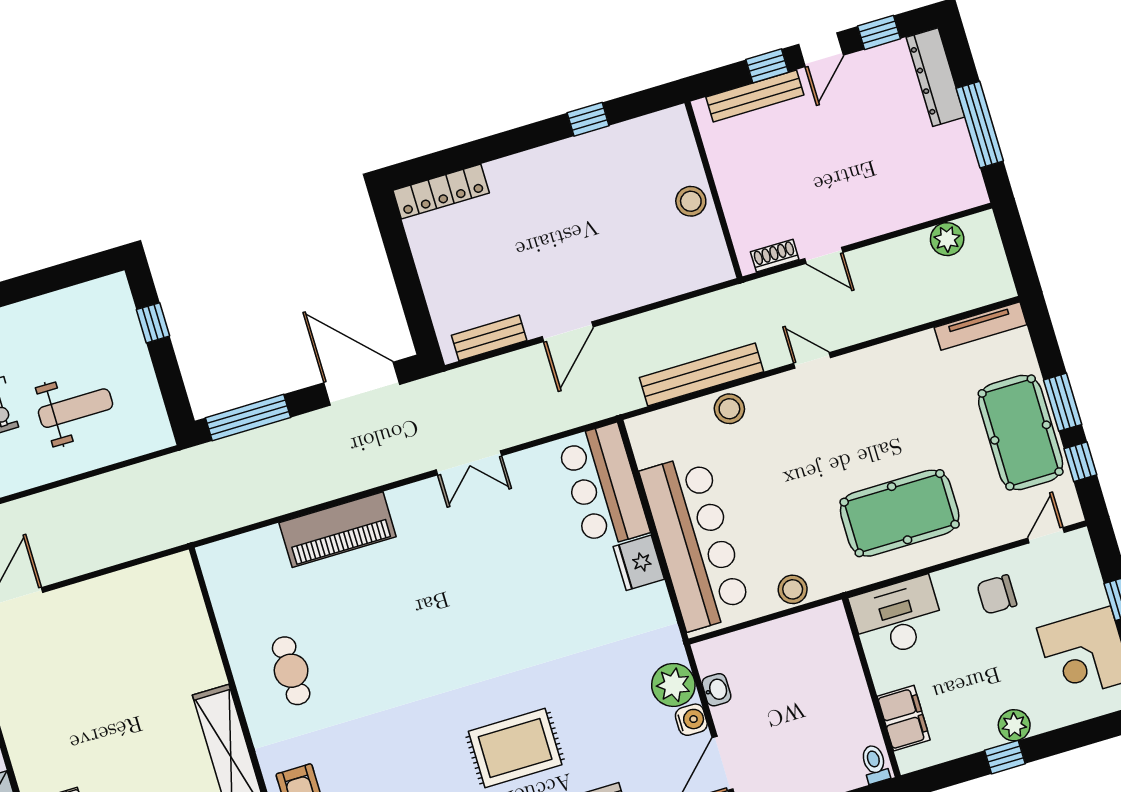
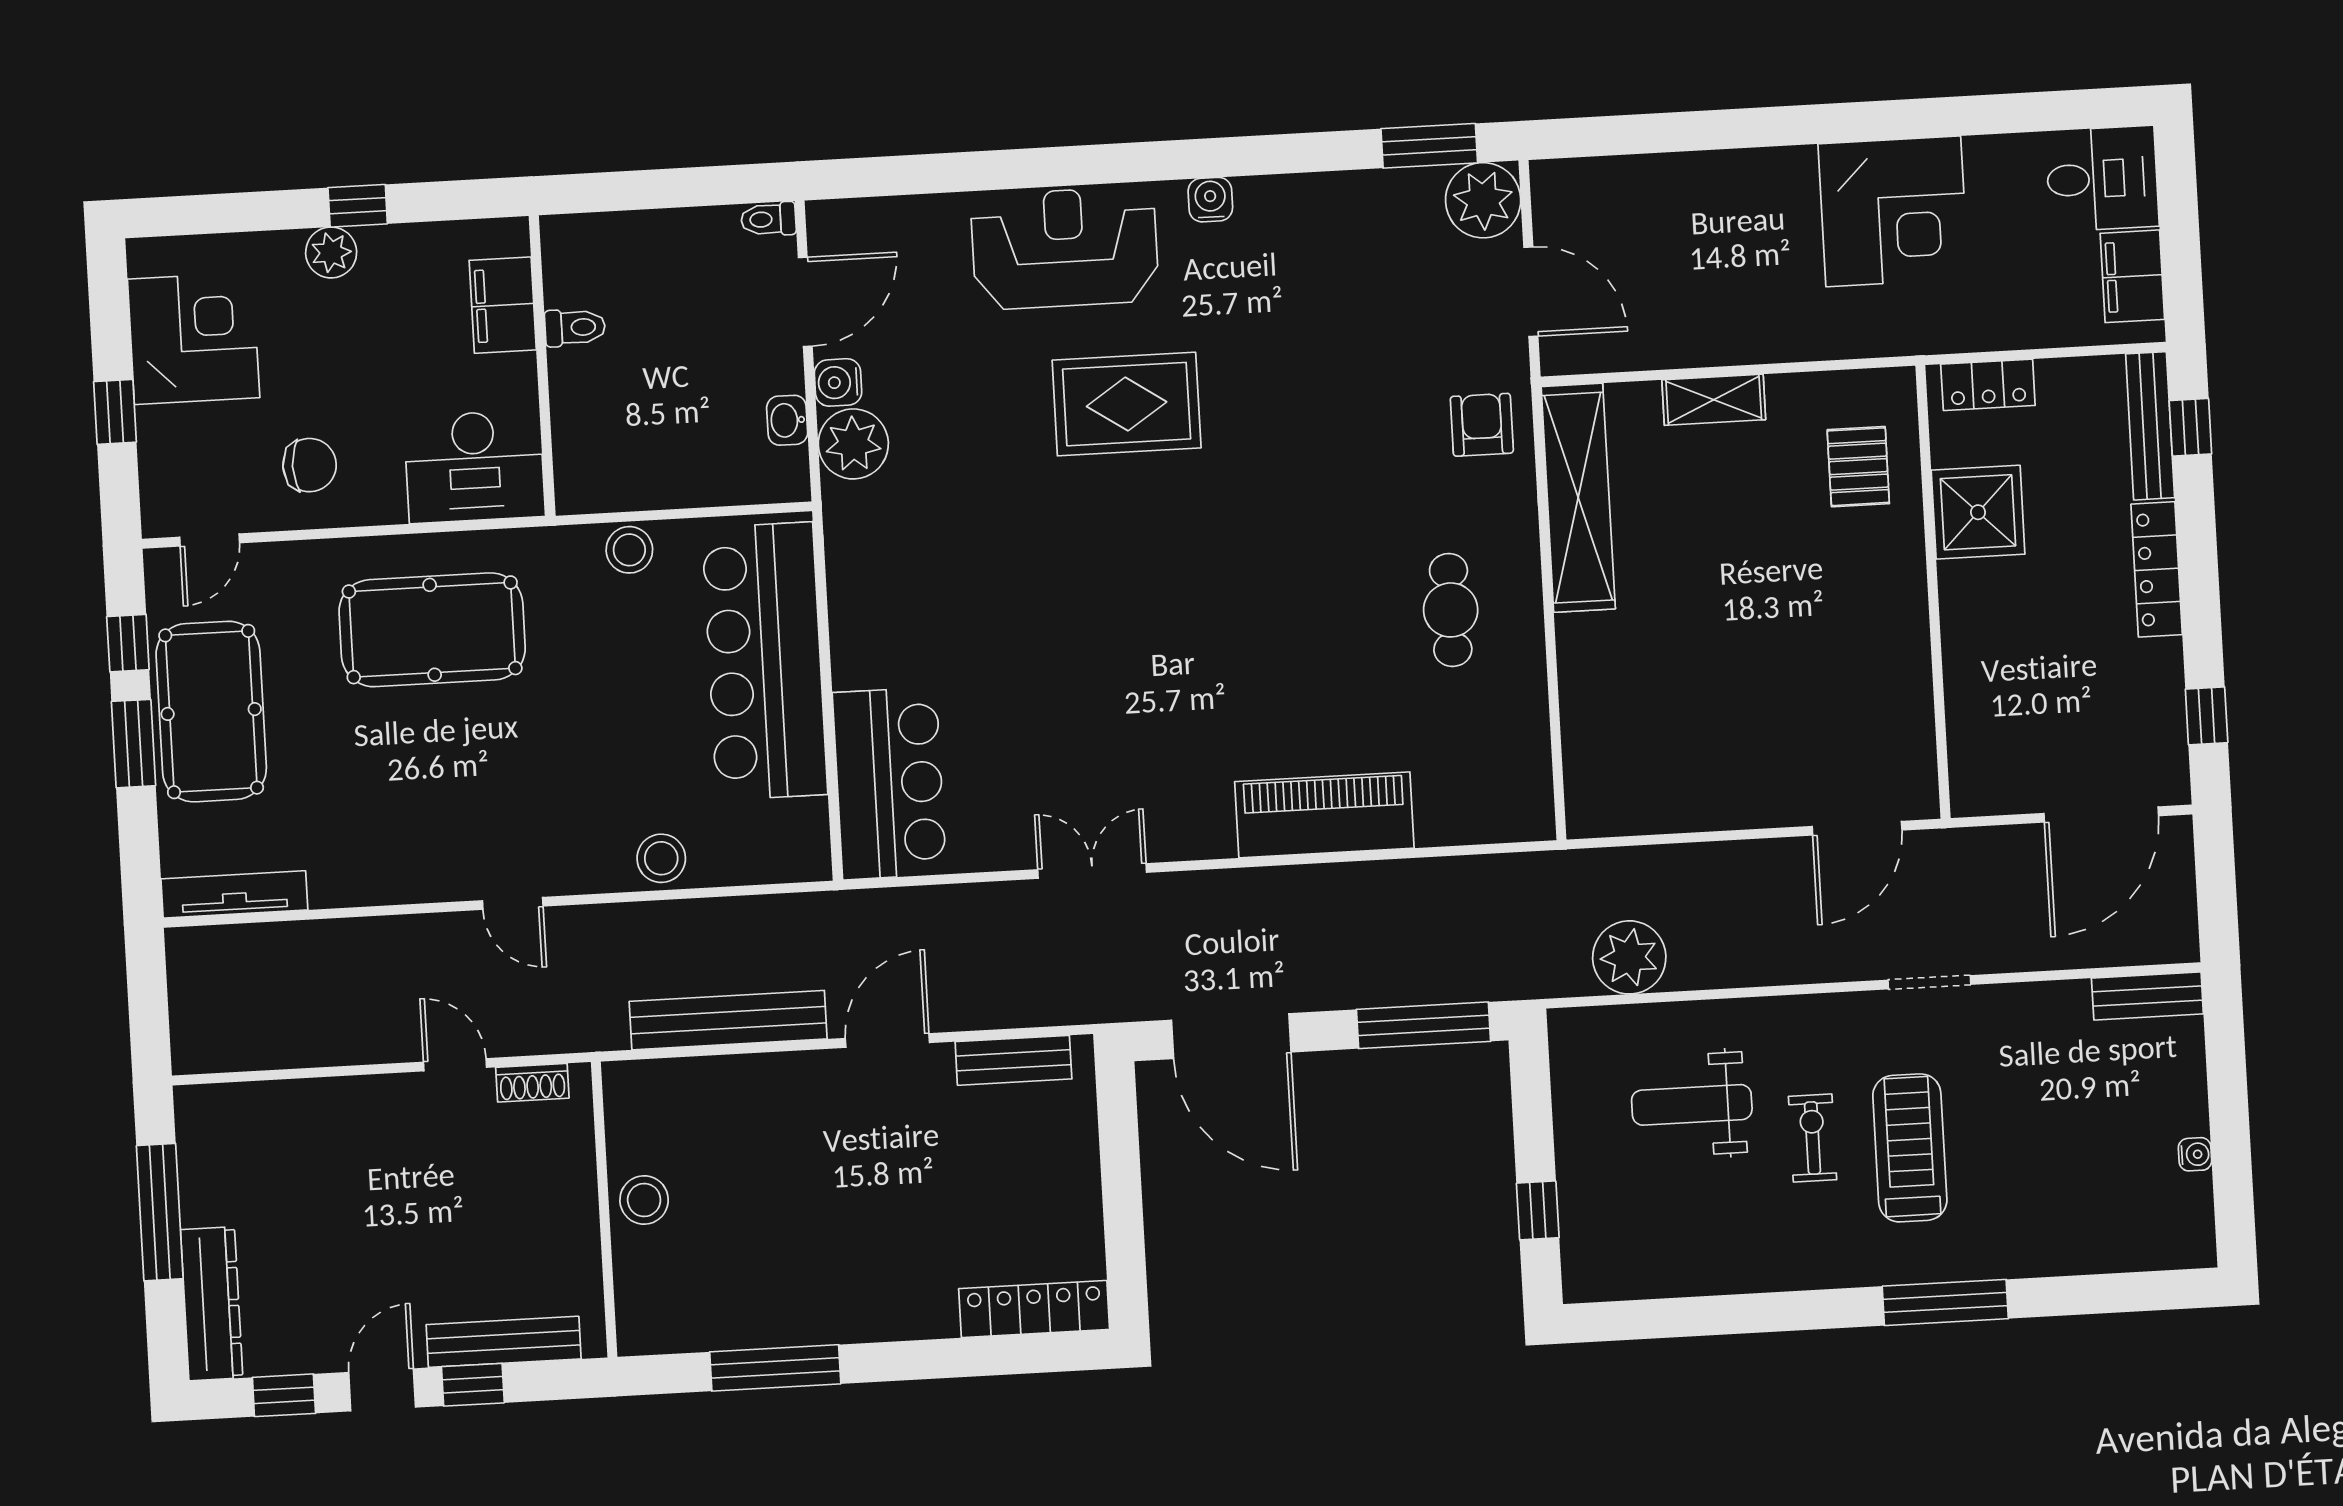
window: (588, 119) -> (775, 1368), width x2.17
plant: (947, 239) -> (1629, 957), moved, width x1.36, depth x1.36
bench: (702, 375) -> (728, 1020), moved
fridge: (639, 563) -> (862, 649), removed
toilet: (875, 764) -> (575, 327), moved, turned -90

